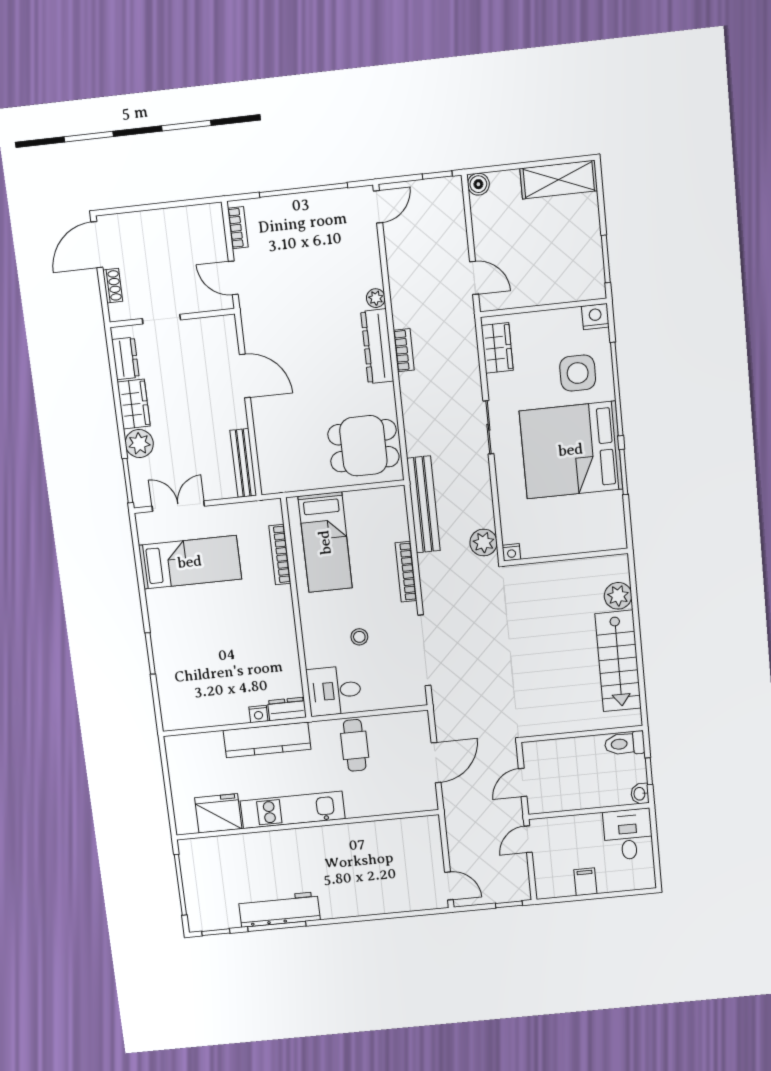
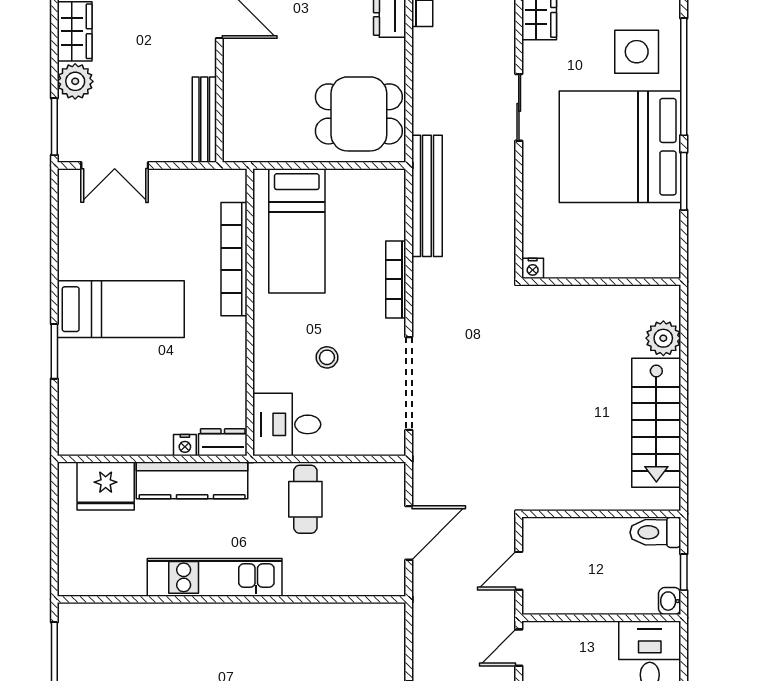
double door: (178, 506) -> (115, 166), swing flipped
plant: (484, 543) -> (498, 252), removed
bookcase: (280, 555) -> (234, 259), width x1.48, depth x1.31
bed: (190, 562) -> (121, 309), moved
fridge: (218, 813) -> (106, 486), moved, turned 180

